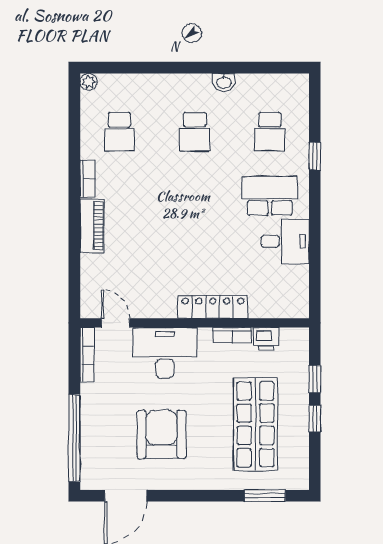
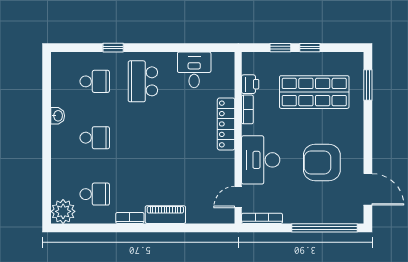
plant: (89, 82) -> (63, 211), width x1.87, depth x1.87
desk: (285, 241) -> (194, 70), moved

